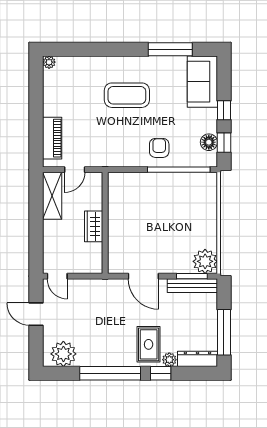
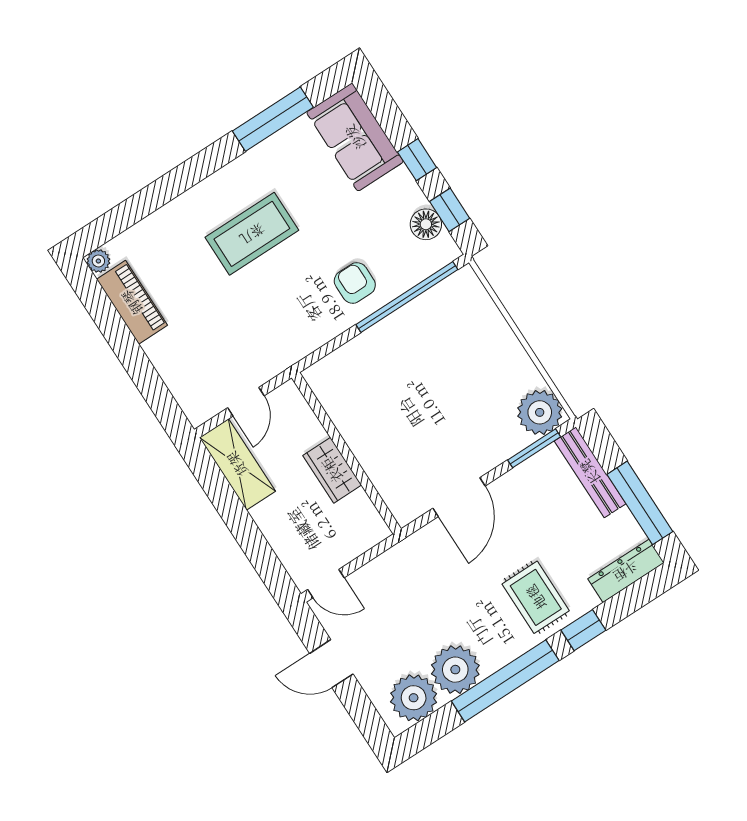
piano: (52, 138) -> (132, 302), moved
door: (143, 276) -> (459, 497), hinge flipped
bench: (192, 286) -> (590, 472), moved, turned 90
plant: (169, 360) -> (455, 670), moved, width x1.88, depth x1.88

